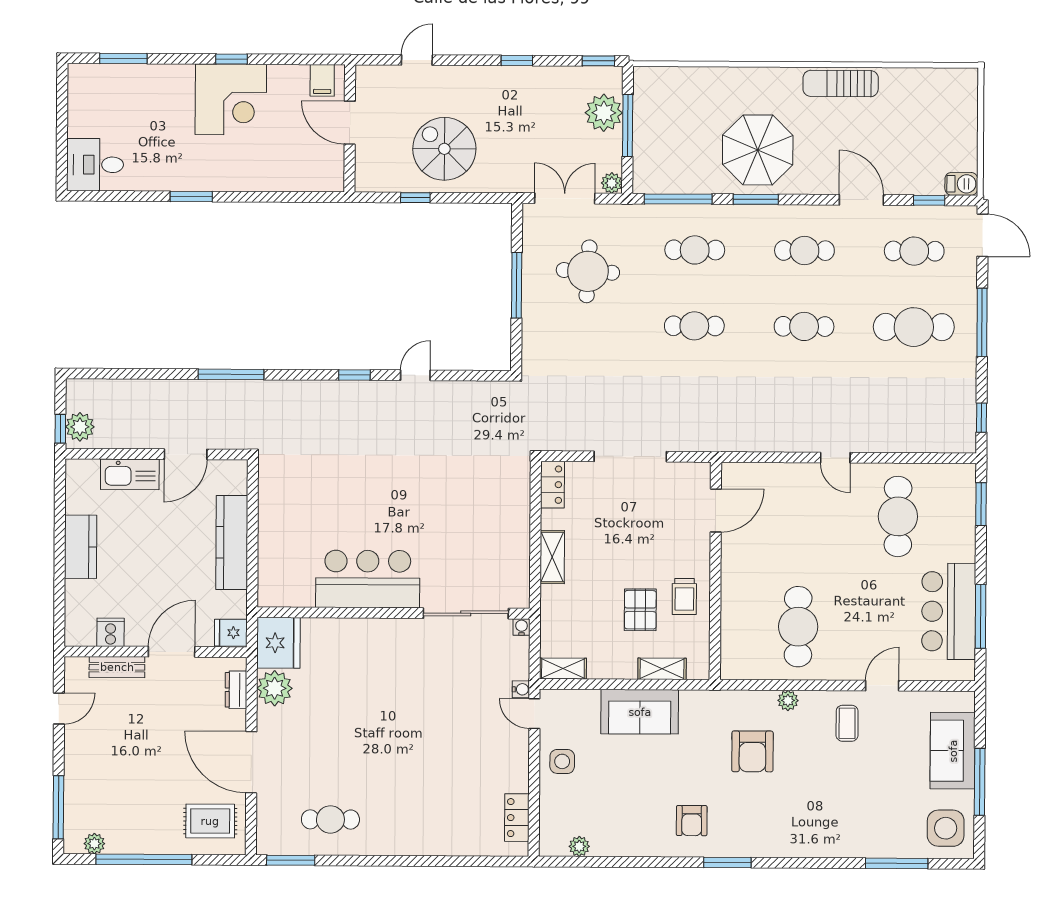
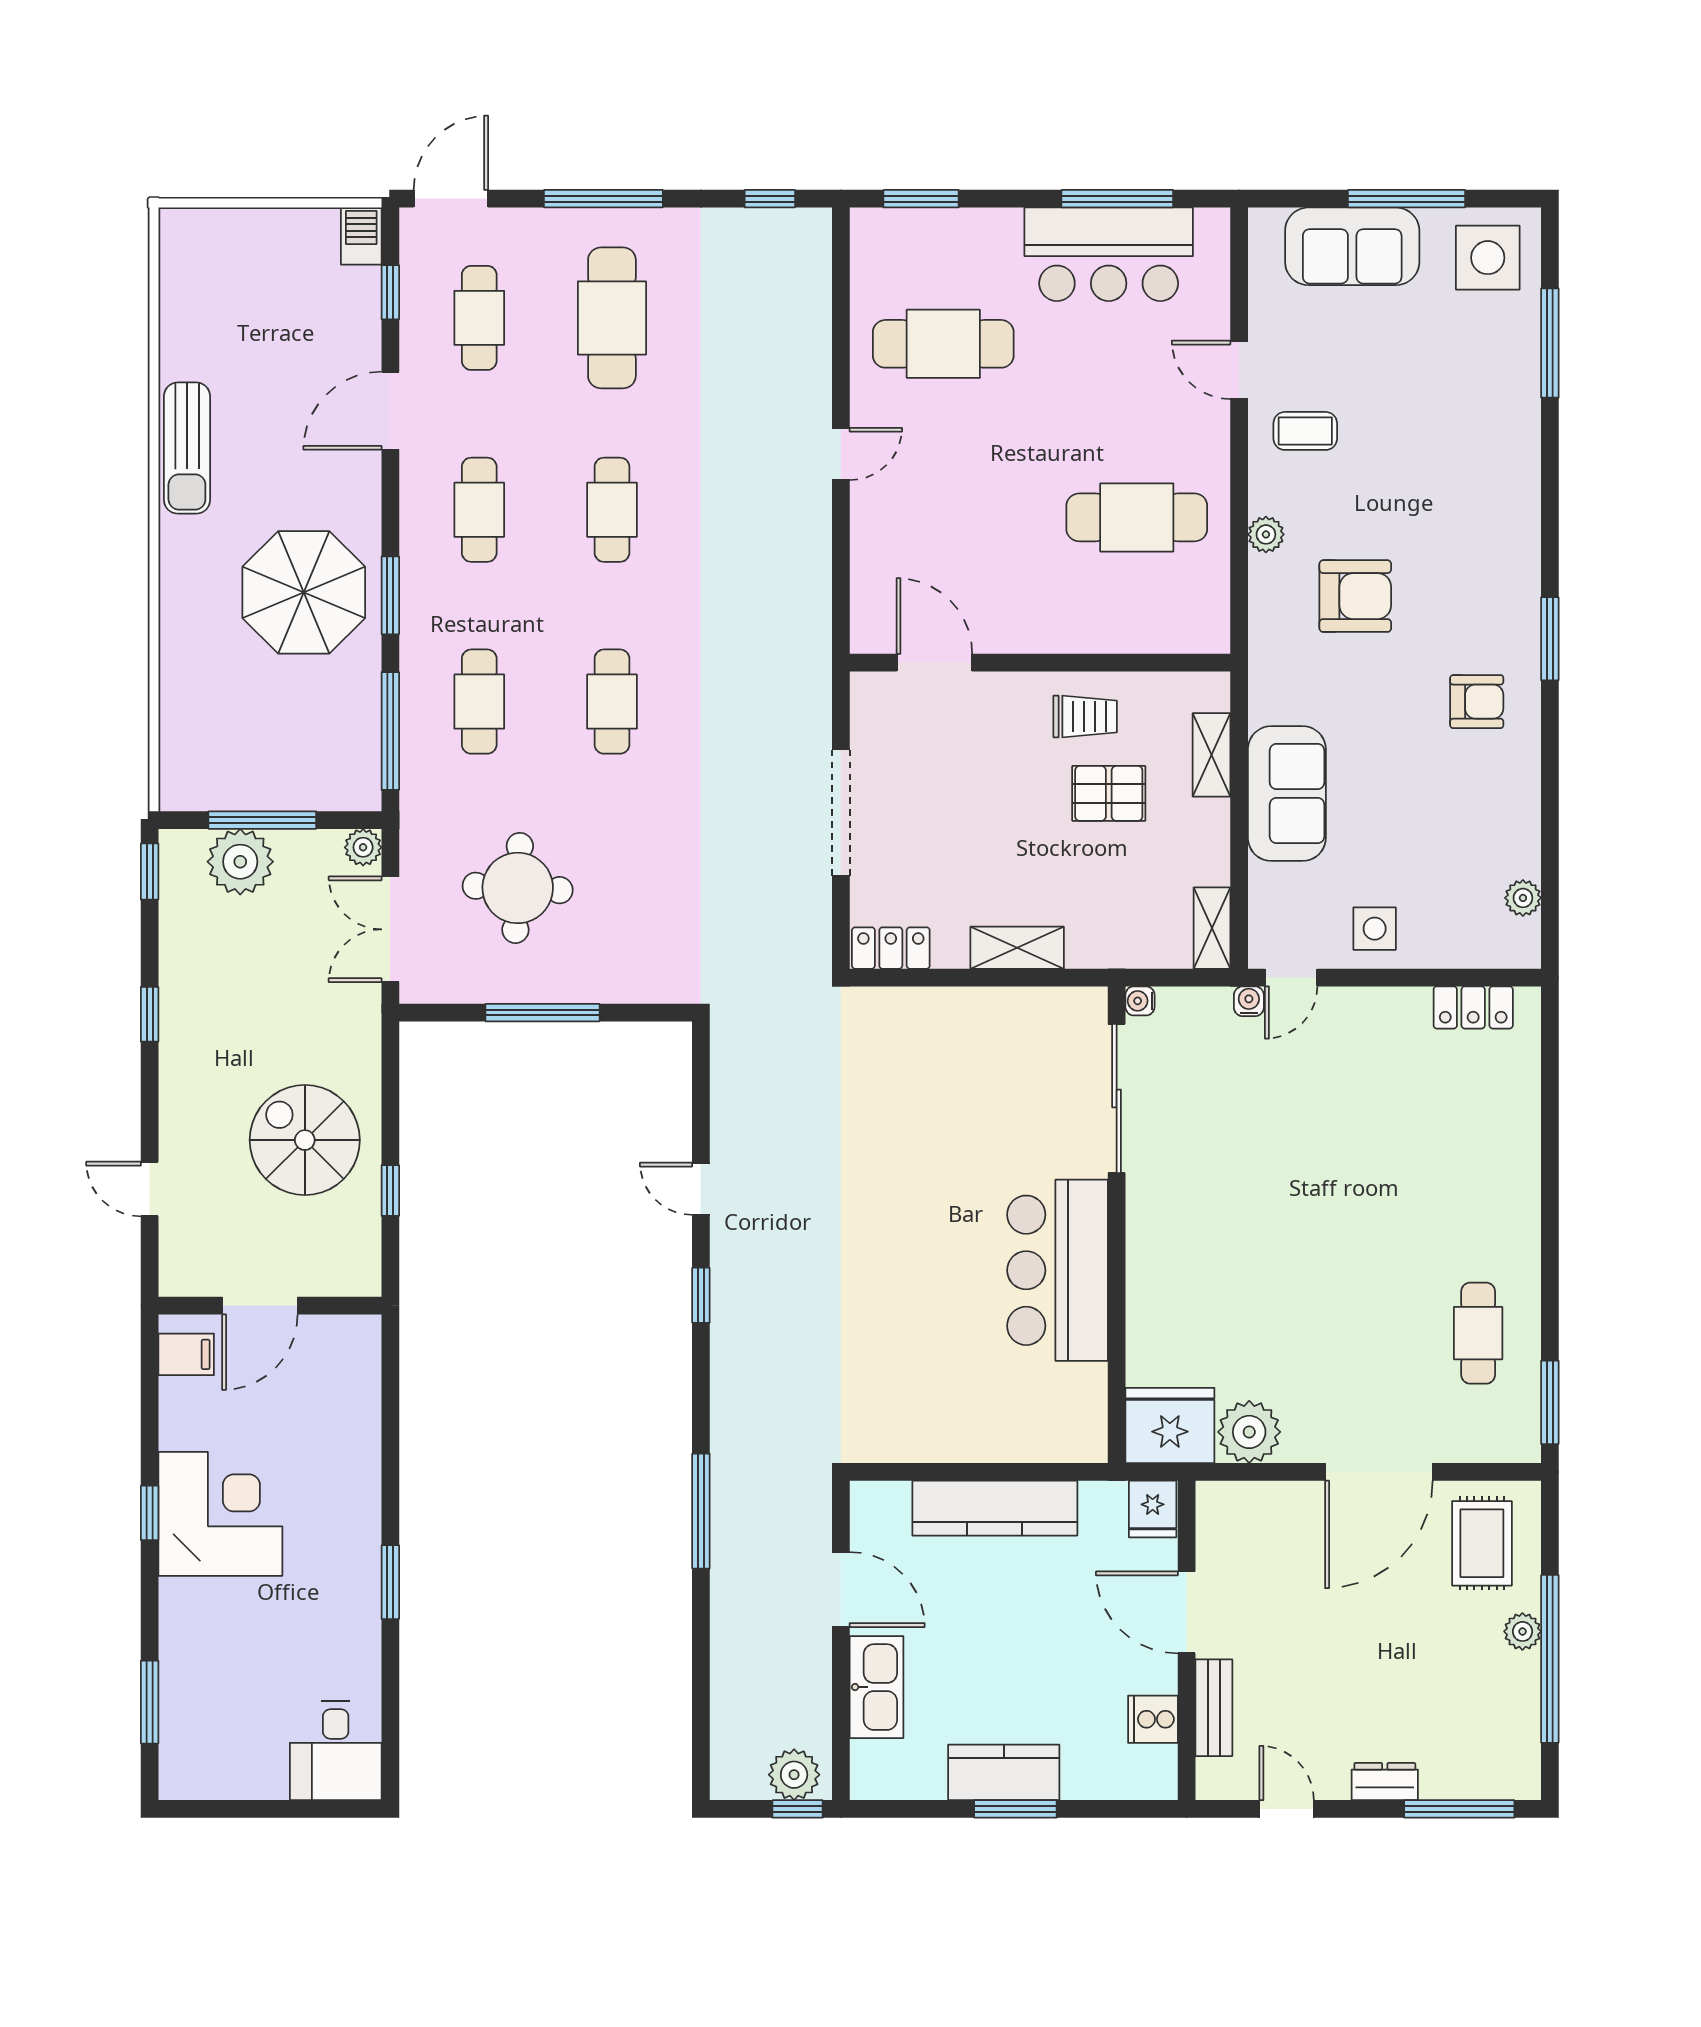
spiral stairs: (444, 149) -> (305, 1140), turned 90
window: (60, 553) -> (1015, 1809), added
dresser: (236, 690) -> (1385, 1781), moved, turned 180
plant: (94, 844) -> (1522, 1631), moved

